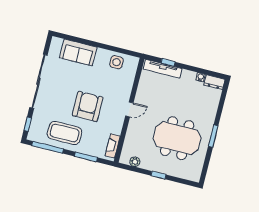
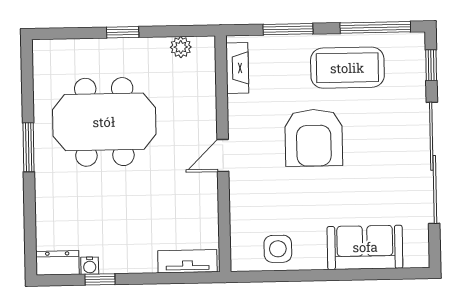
window: (168, 62) -> (100, 279), moved
tv unit: (163, 69) -> (187, 261), width x0.71

